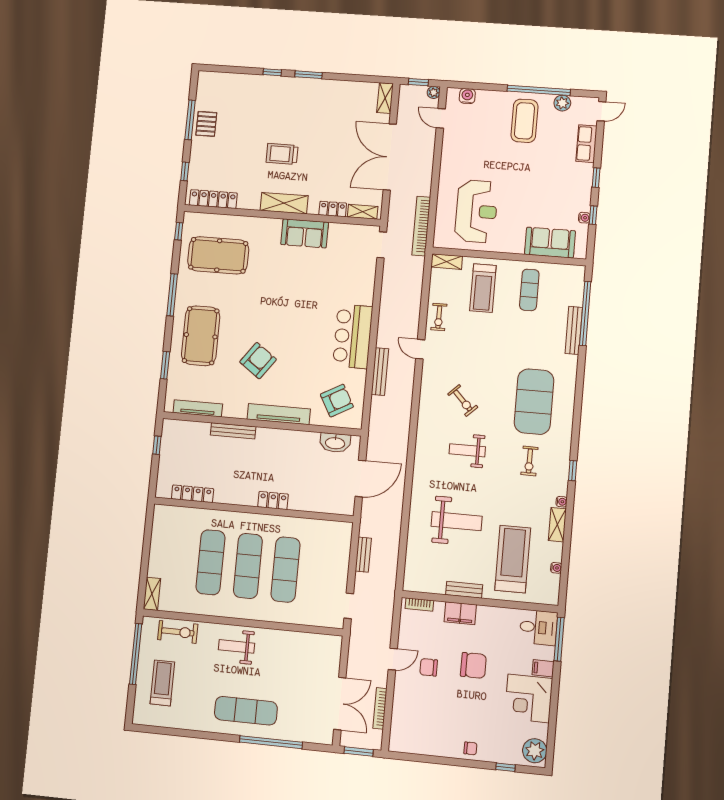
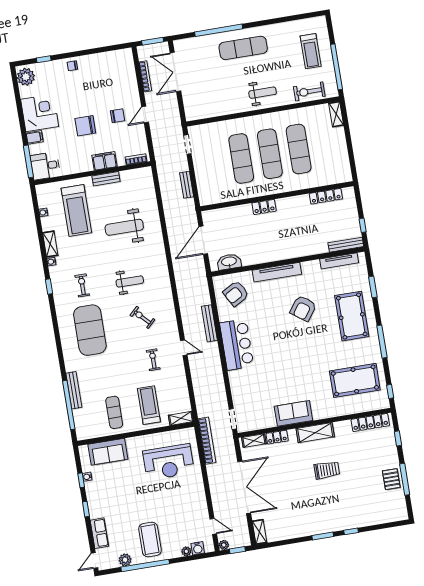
plant: (482, 96) -> (186, 551), added
reception desk: (476, 211) -> (168, 462), turned -90
exercise bike: (439, 317) -> (153, 360), moved
bench: (233, 431) -> (346, 245), moved

